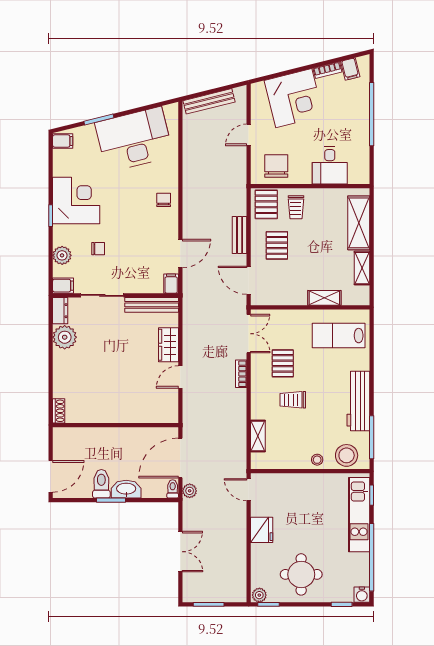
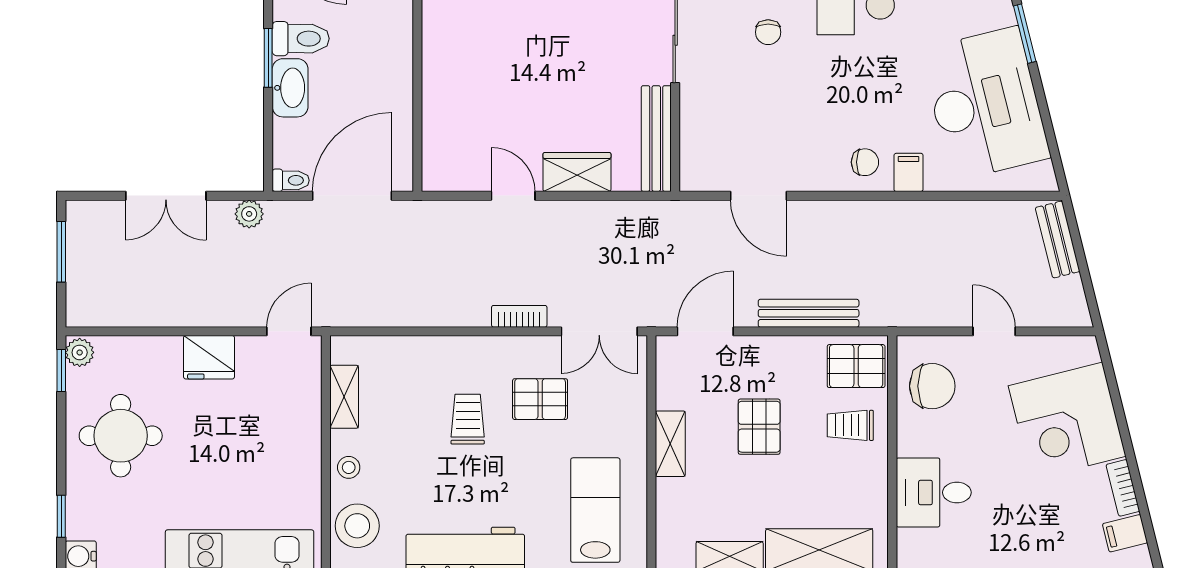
bench: (209, 101) -> (1058, 240), width x0.73
bench: (240, 235) -> (809, 313), width x1.36
pallet: (277, 245) -> (759, 427), moved, turned 90
filing cabinet: (171, 284) -> (909, 172), moved, turned -90
shelving: (324, 298) -> (670, 444), moved
shelving: (258, 436) -> (344, 397), moved, turned 90
door: (180, 458) -> (352, 196), hinge flipped
plant: (190, 491) -> (249, 214), moved

